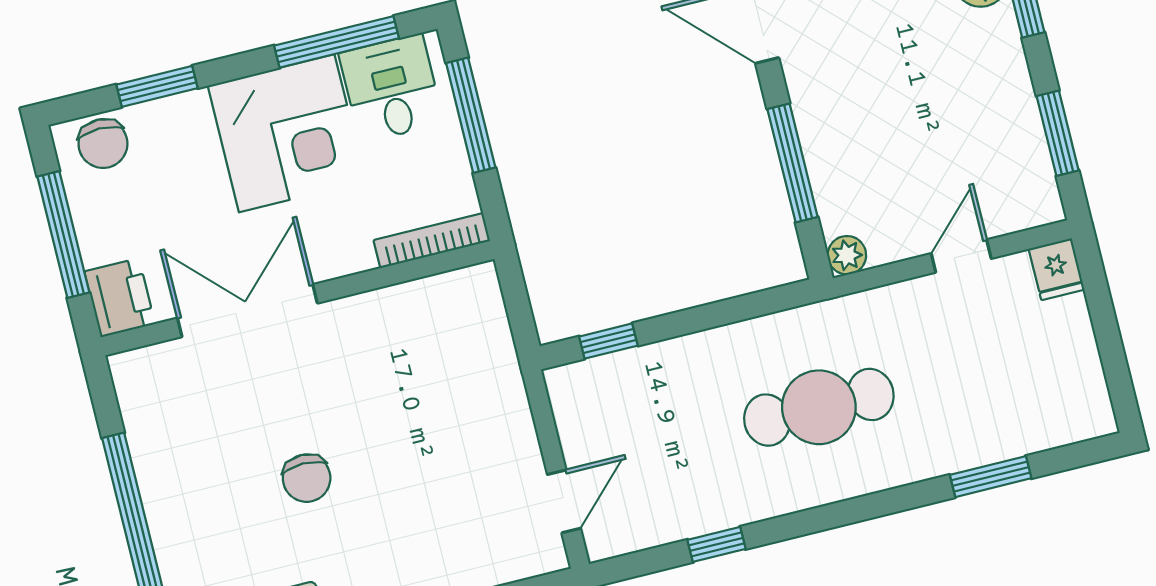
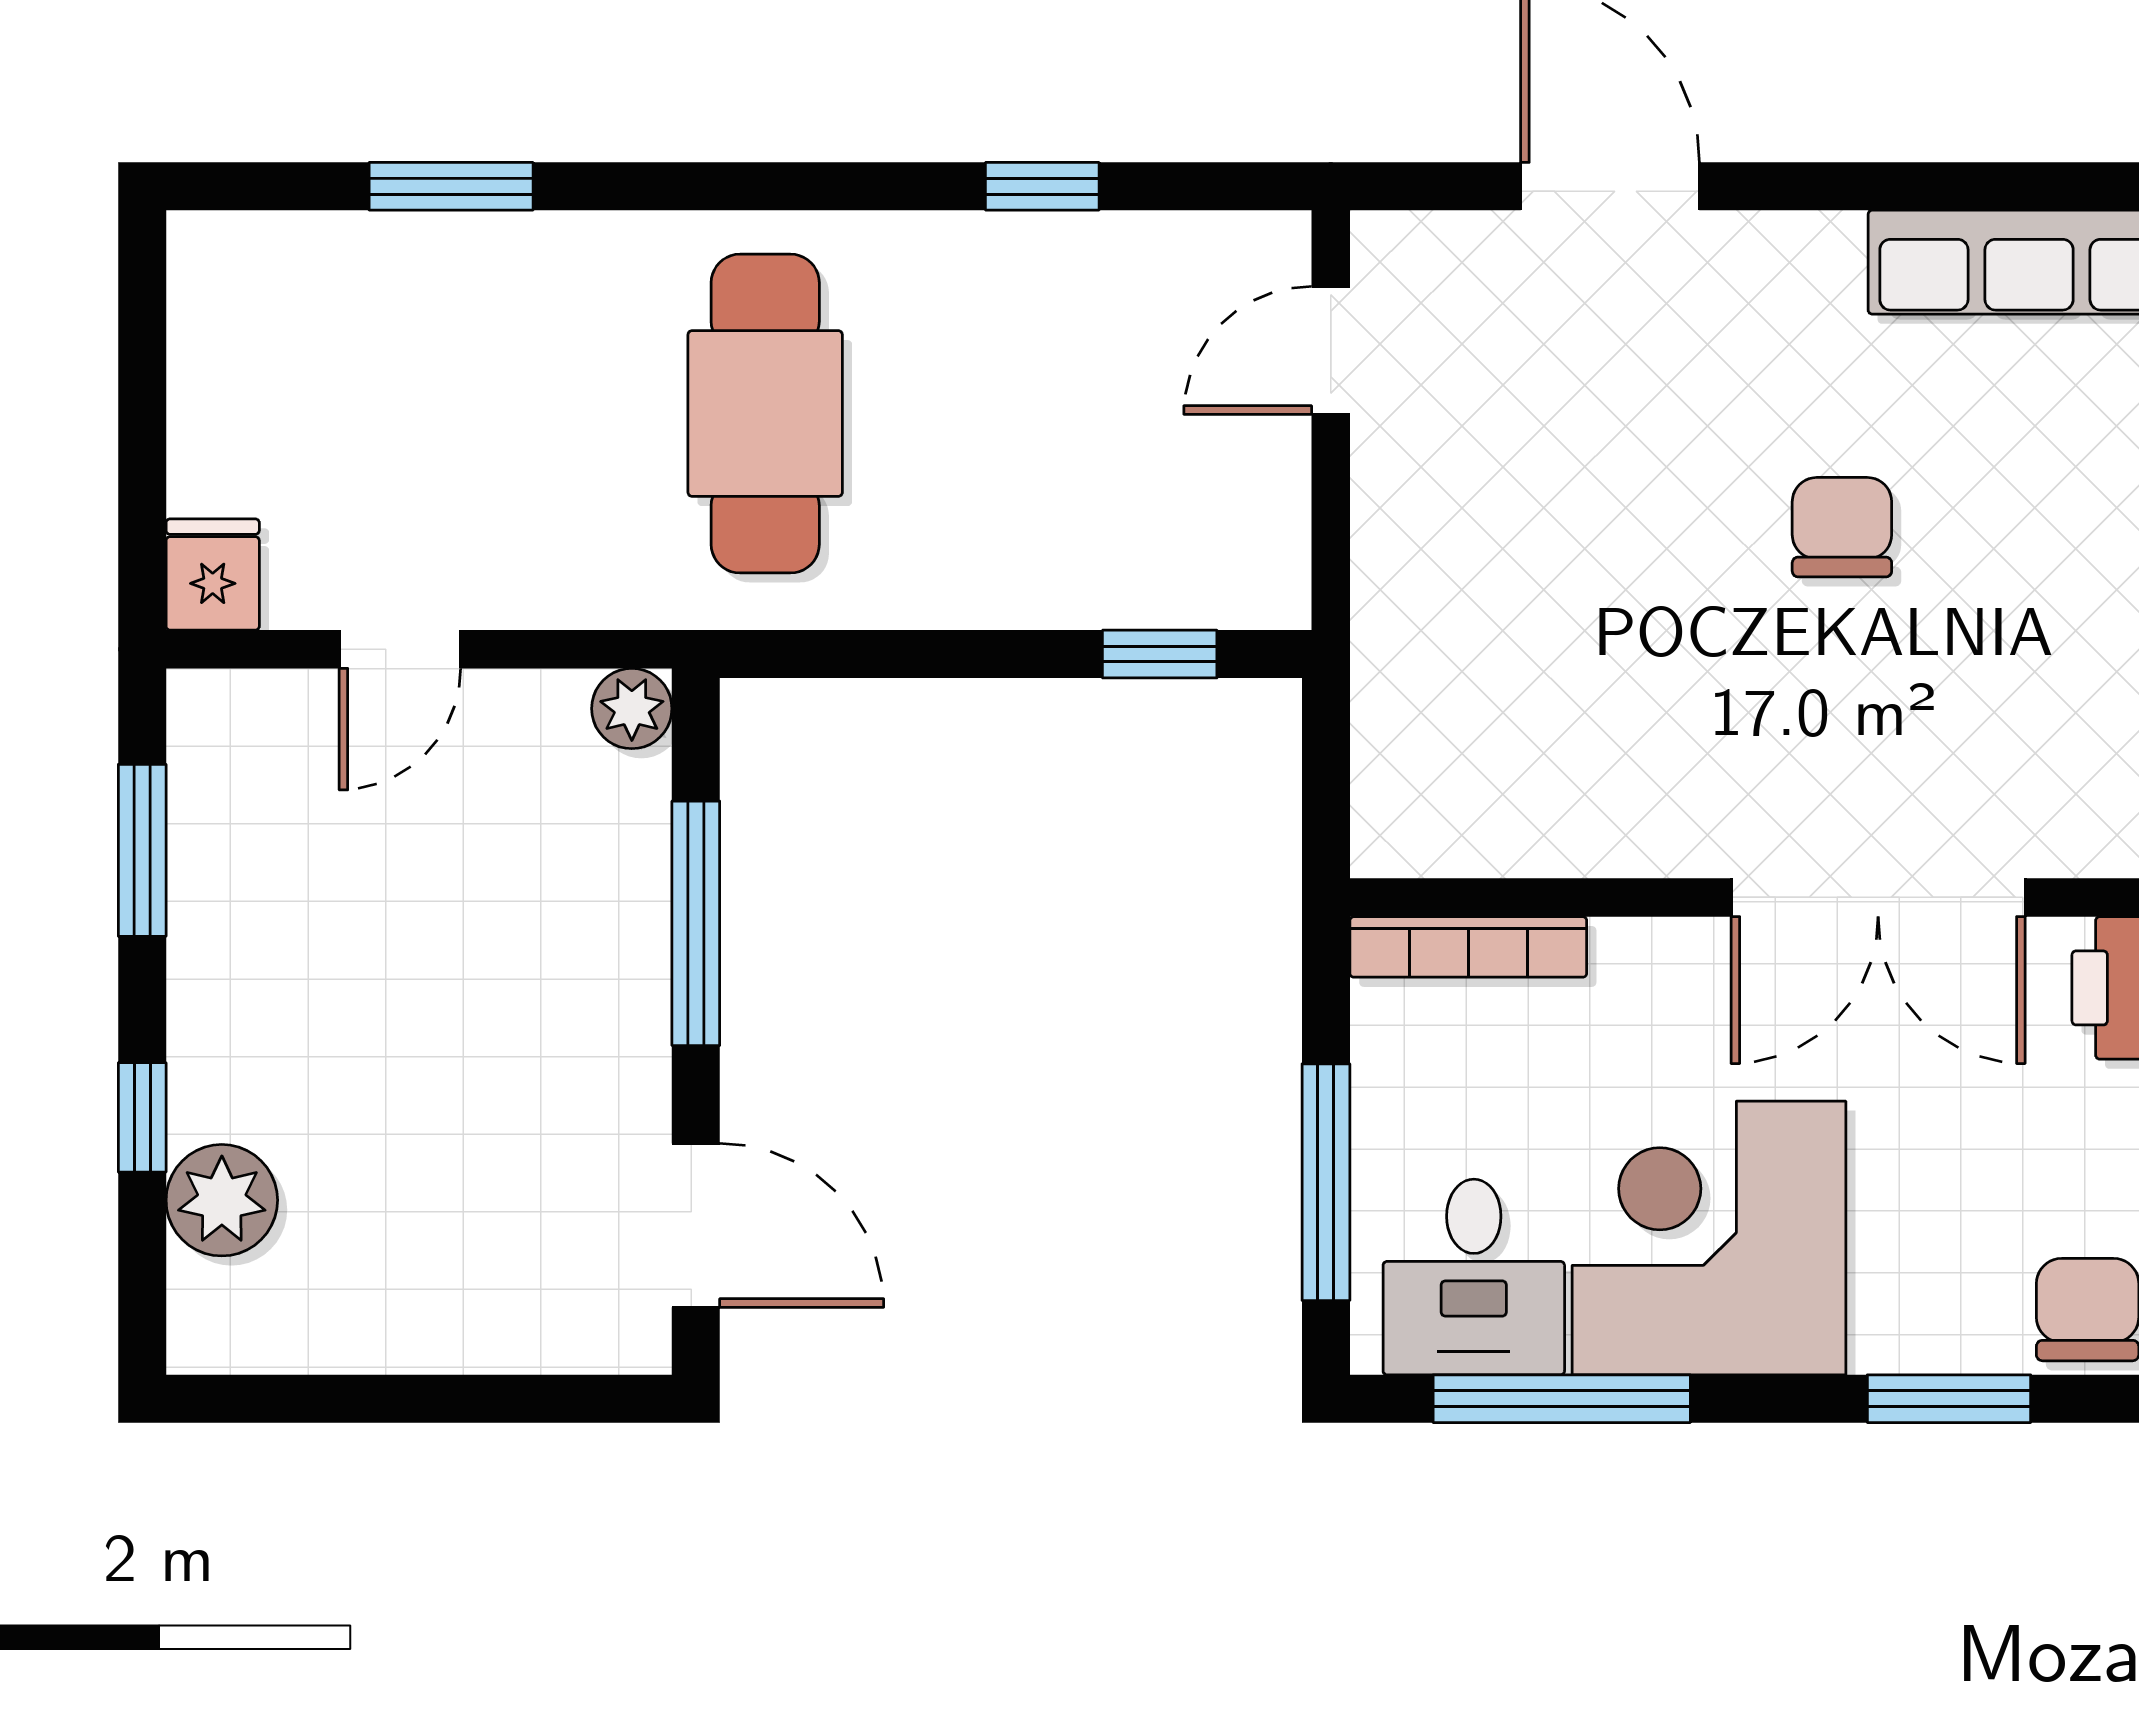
cafe table: (819, 407) -> (765, 414), turned 90

